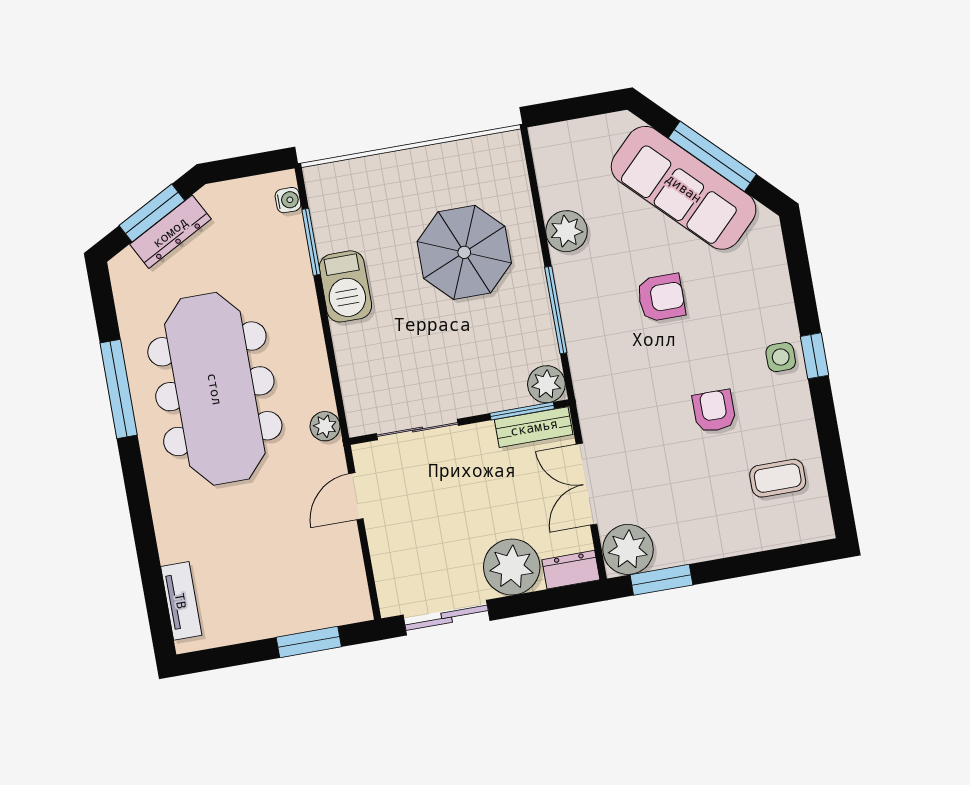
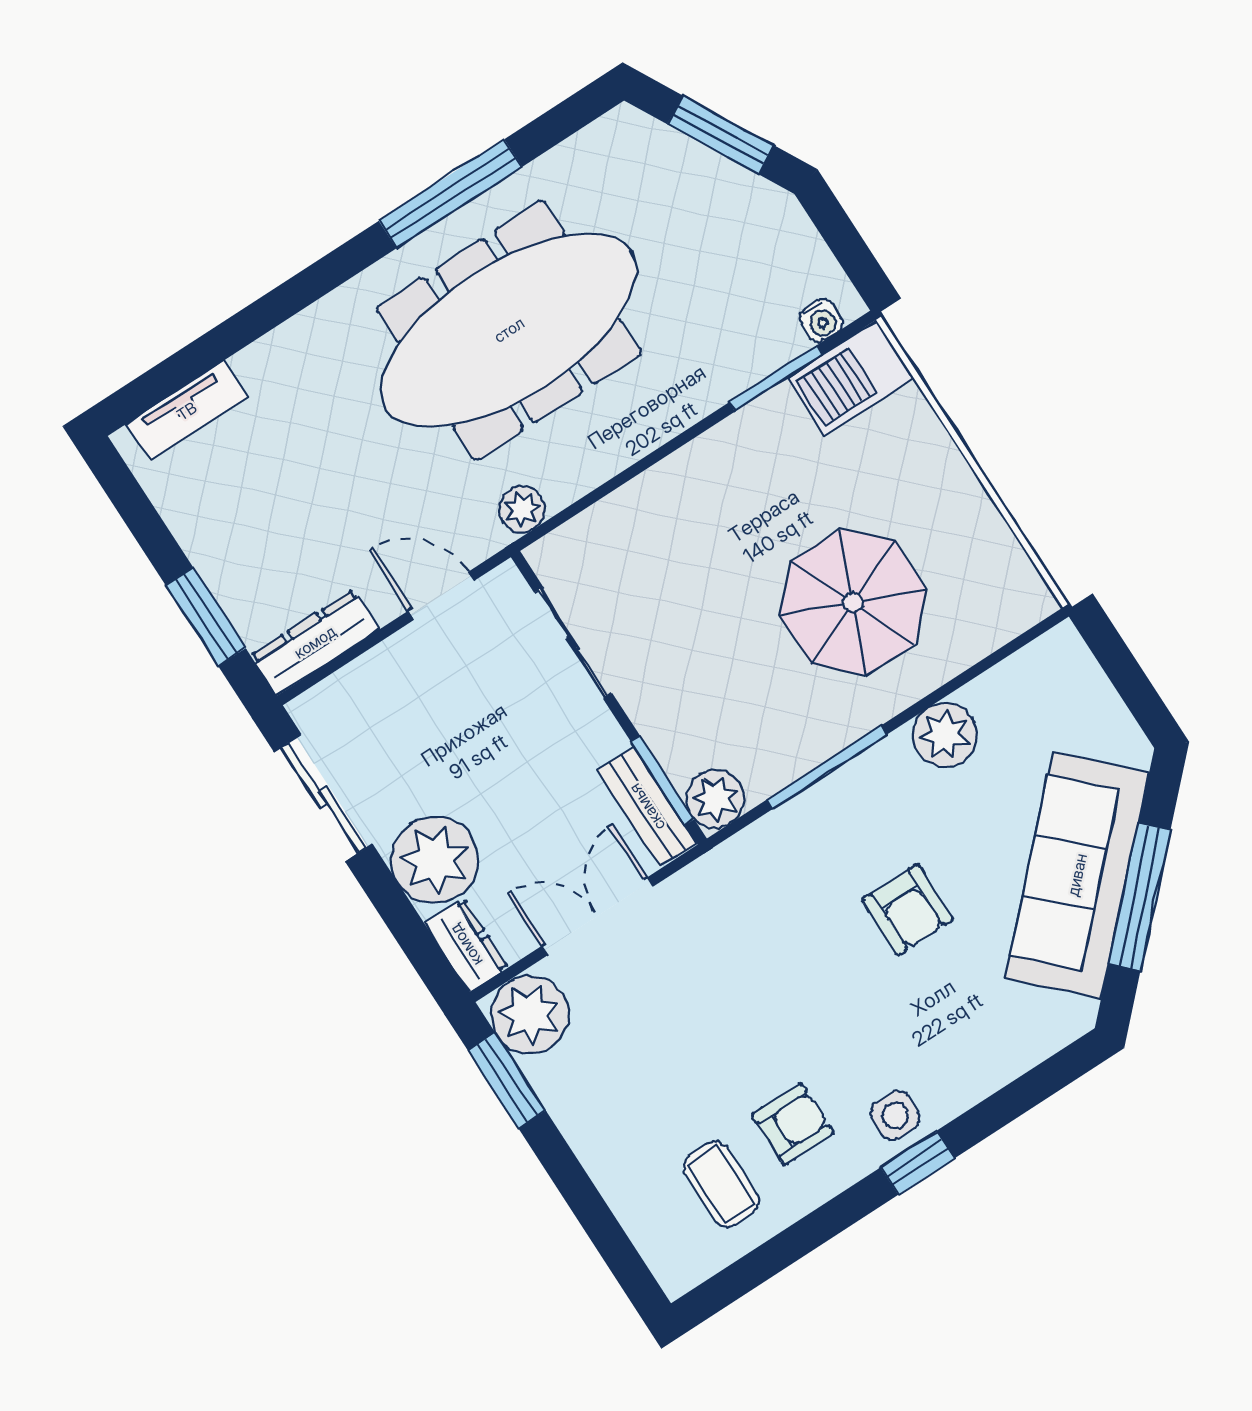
dresser: (170, 232) -> (315, 642), moved, turned 118
barbecue: (345, 286) -> (850, 378), moved
armchair: (714, 411) -> (793, 1124), moved

